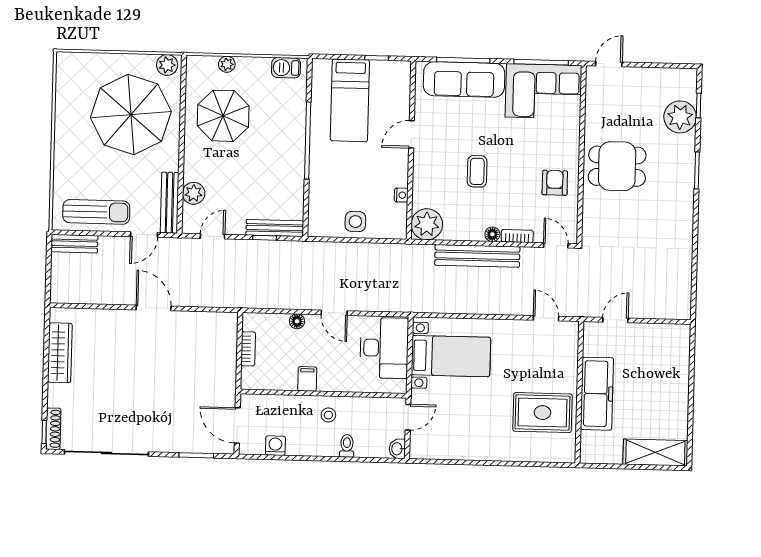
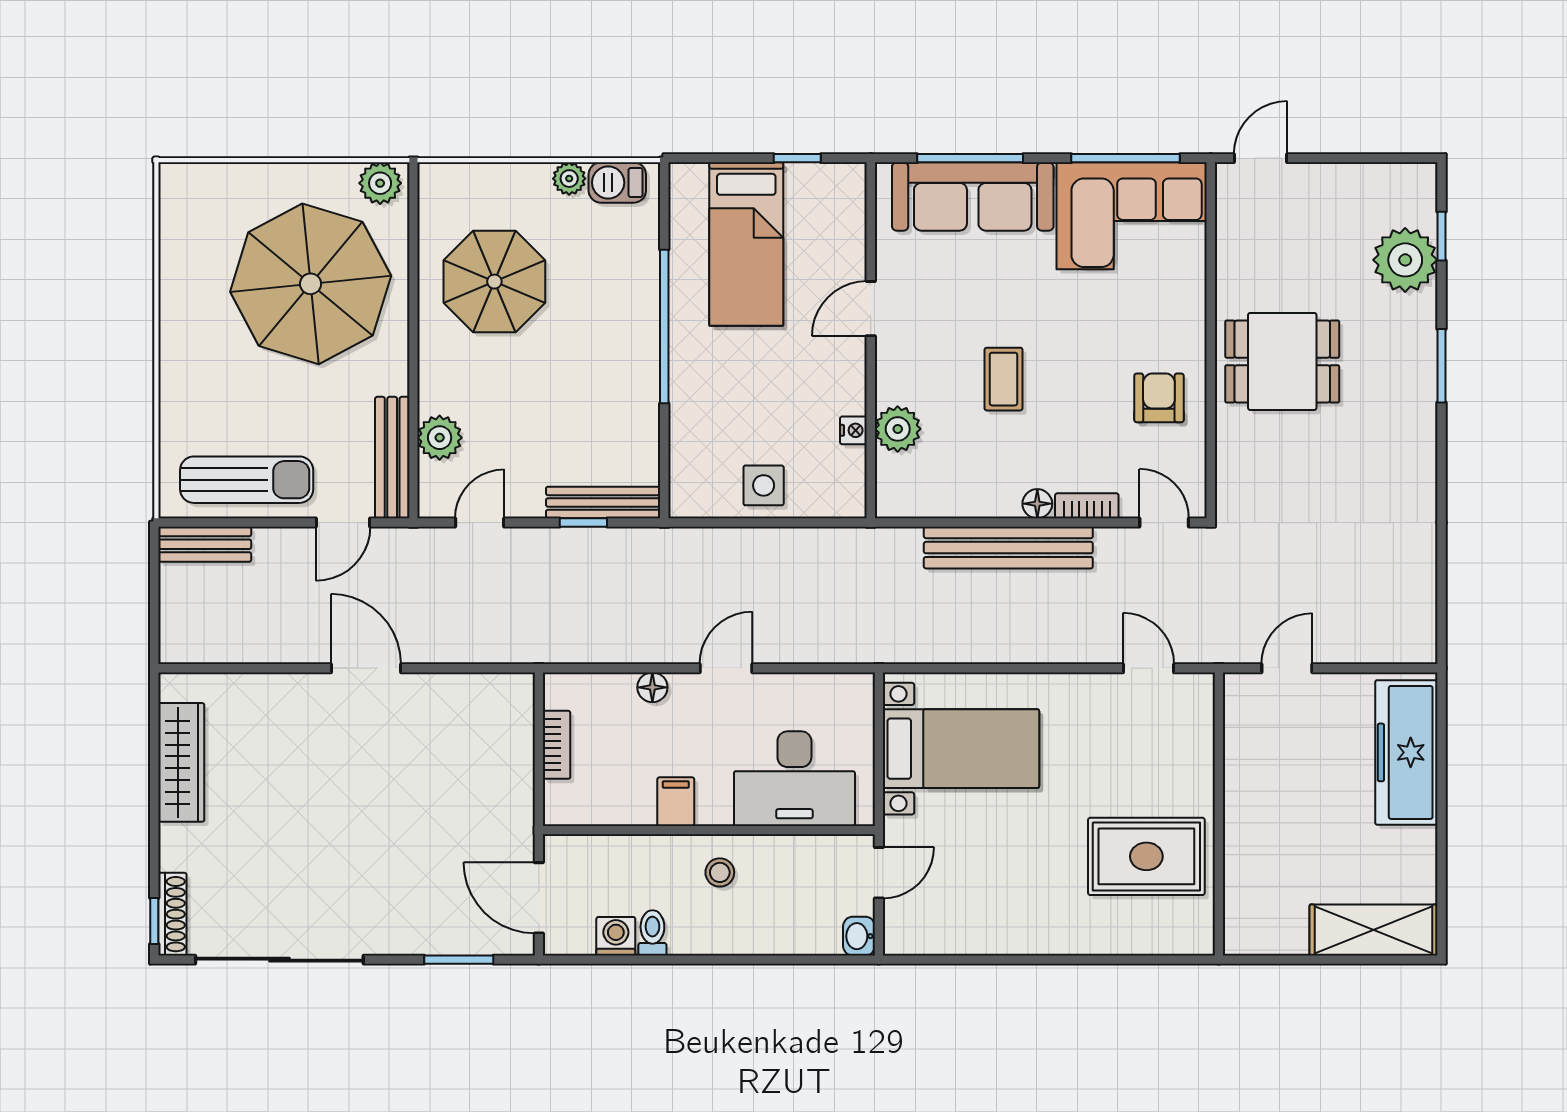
plant: (227, 64) -> (569, 179), moved
plant: (427, 224) -> (898, 429), moved, width x0.73, depth x0.73
door: (334, 313) -> (726, 668), swing flipped
desk: (384, 348) -> (794, 779), moved, turned 90
freezer: (597, 394) -> (1406, 752), moved, turned 180
toilet: (347, 446) -> (652, 933), moved

